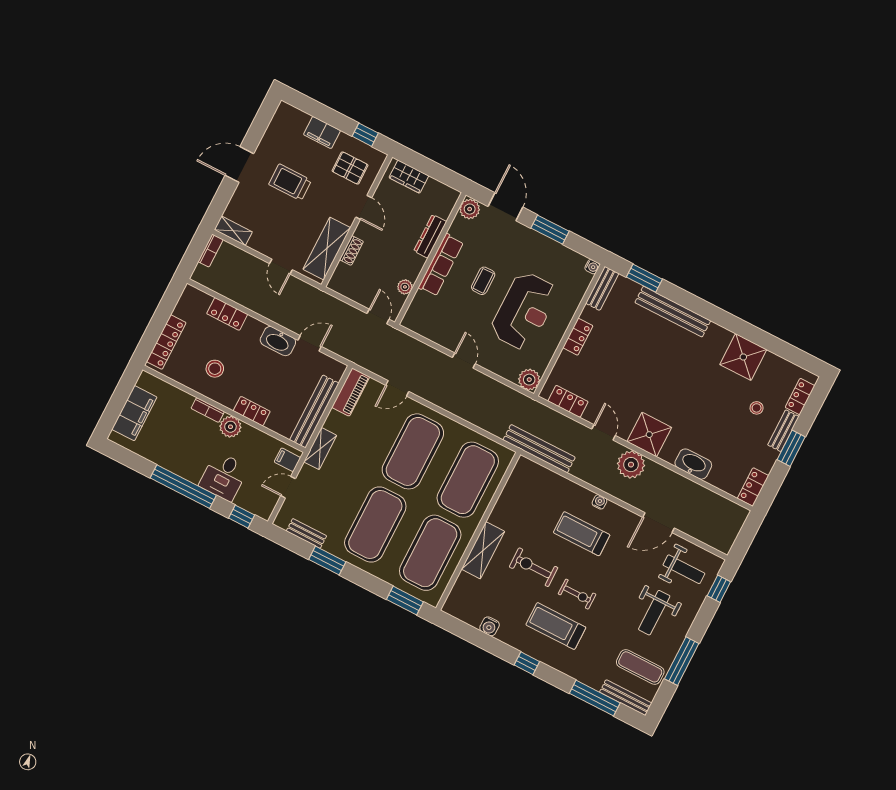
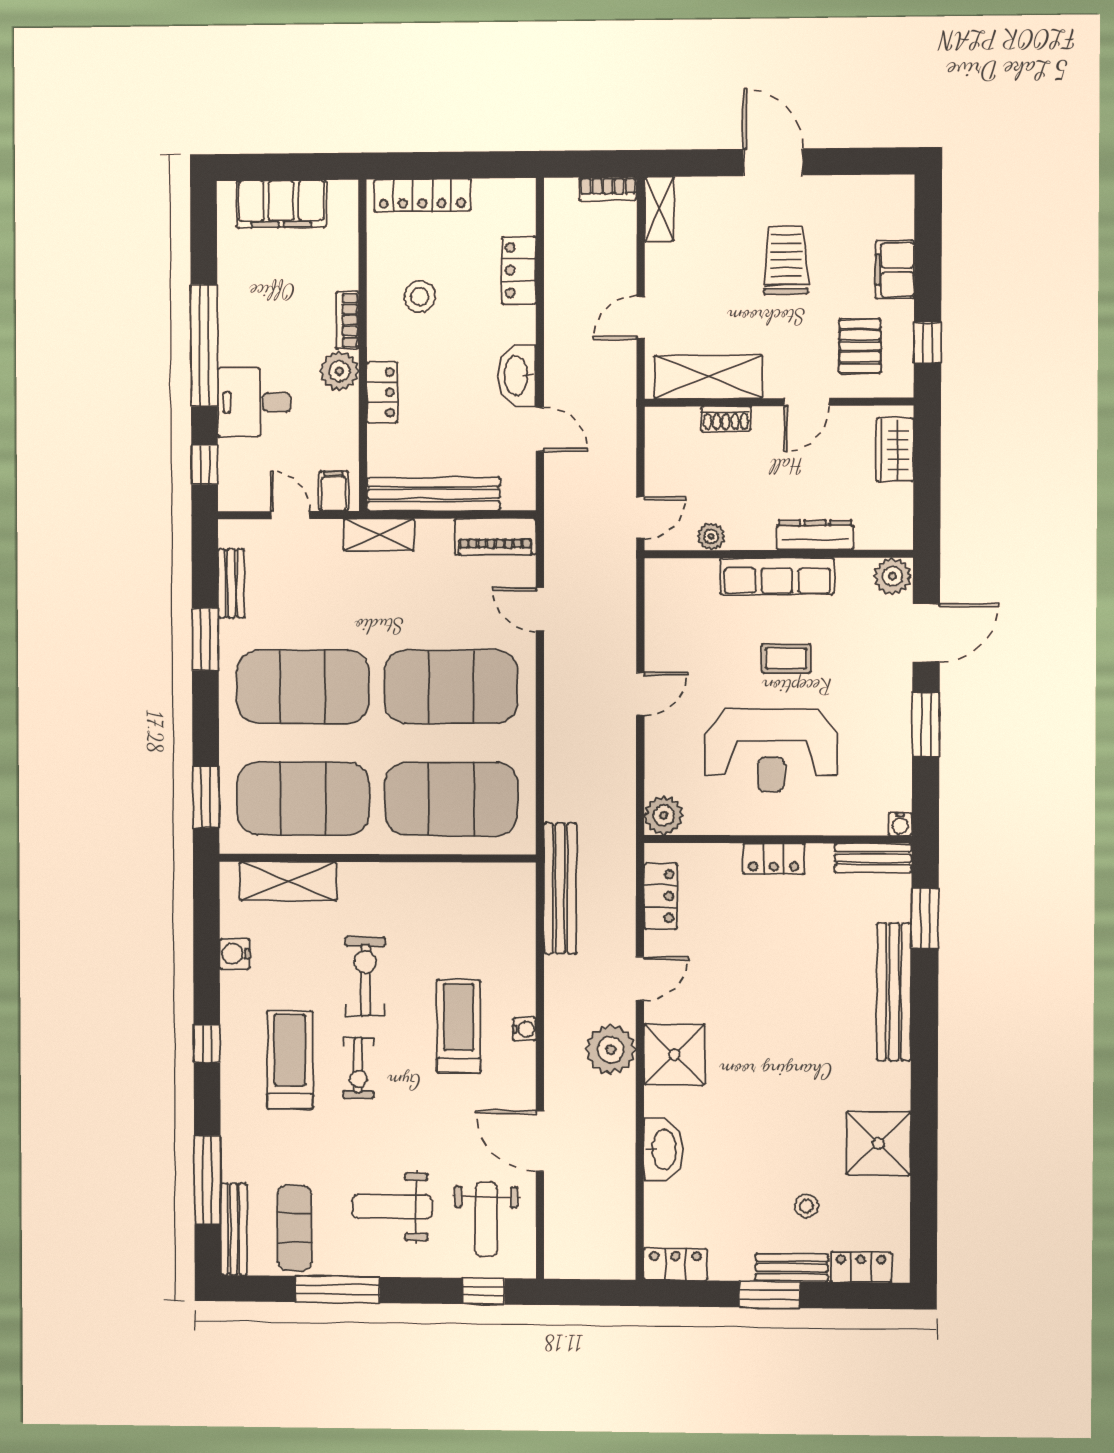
shelving: (483, 550) -> (288, 881), moved

